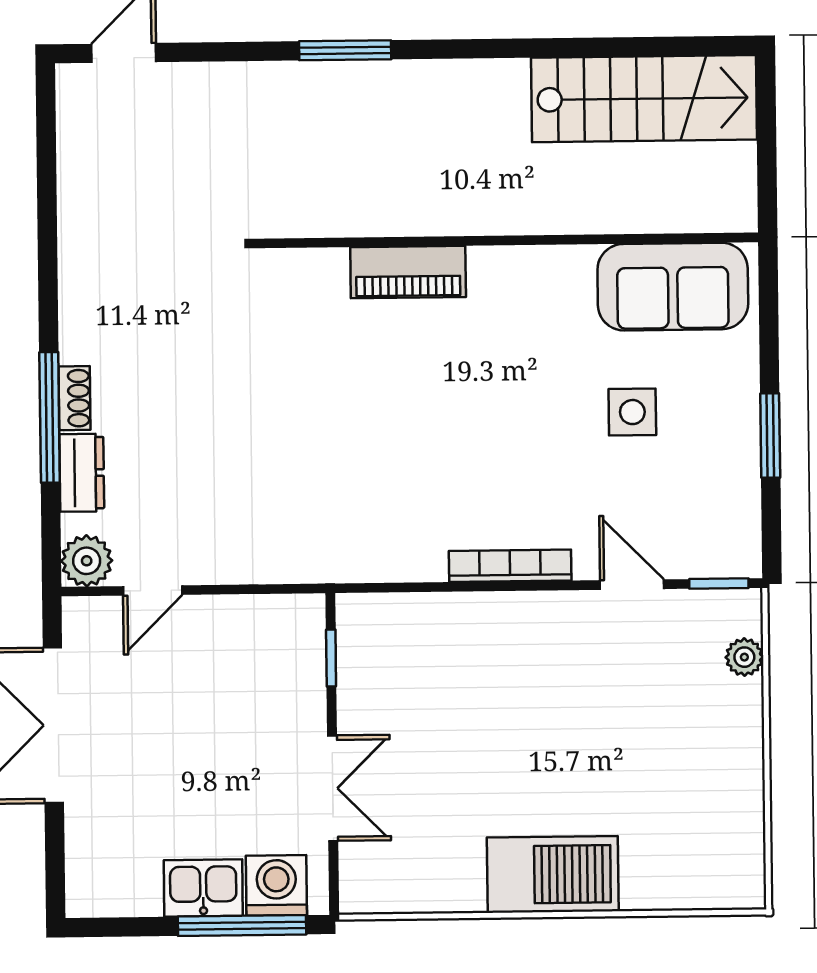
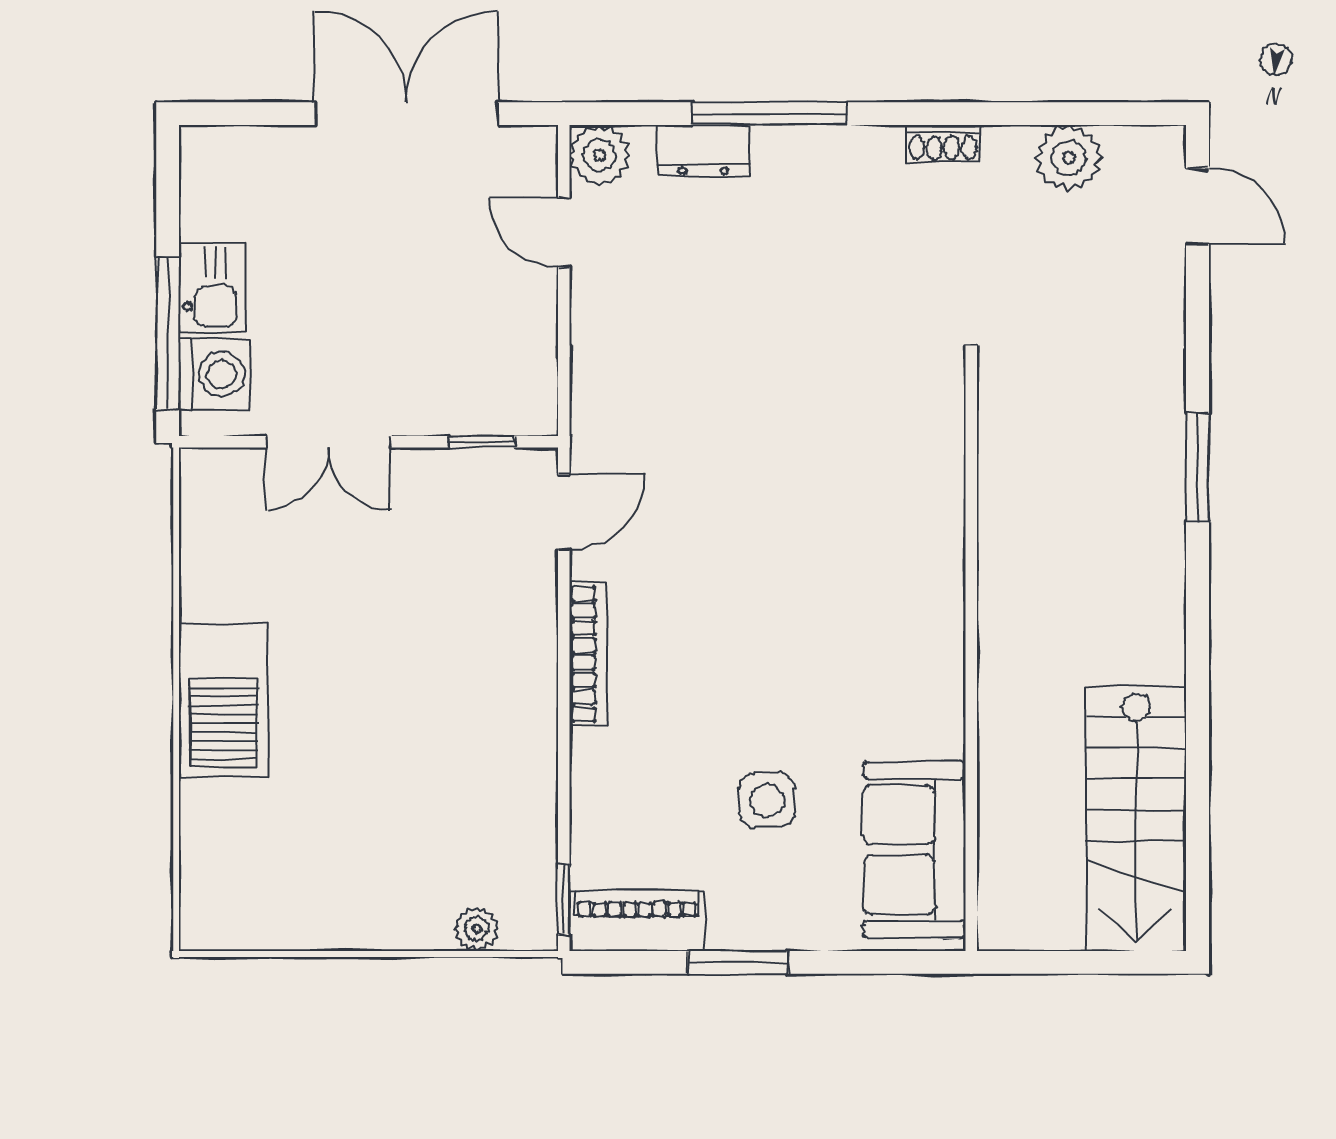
plant: (84, 163) -> (1069, 158), added
piano: (408, 272) -> (637, 921), moved, turned 90
shoe rack: (75, 398) -> (943, 143), moved
door: (632, 585) -> (564, 512), moved

